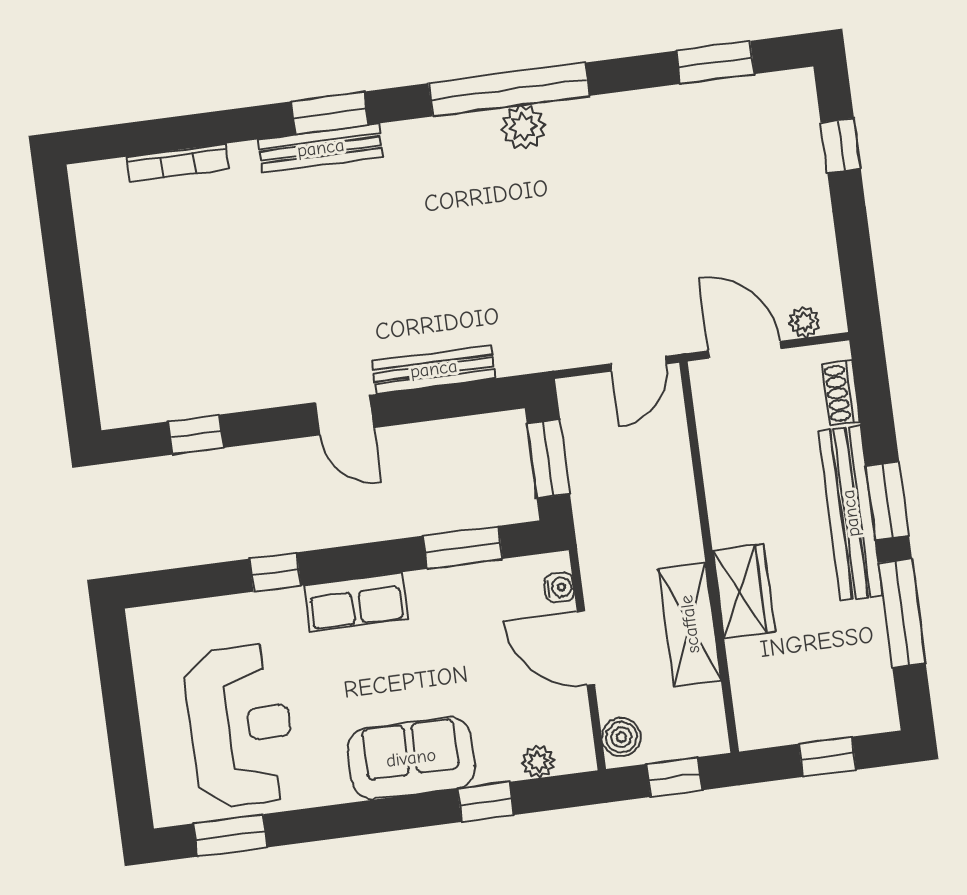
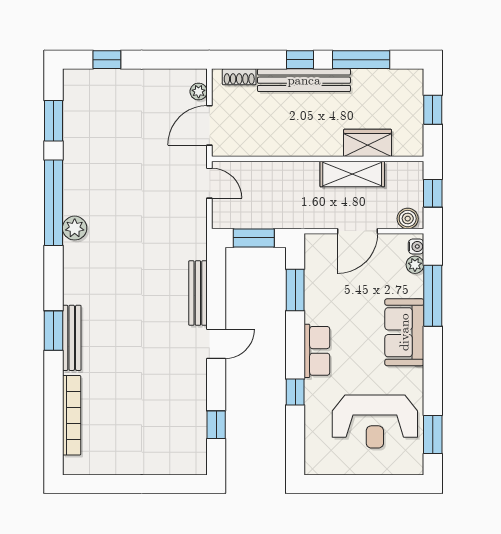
window: (509, 90) -> (54, 203), moved
bookcase: (178, 163) -> (72, 415), width x1.48, depth x1.31
window: (887, 501) -> (300, 60), width x0.67
water cooler: (559, 587) -> (416, 246), moved, turned 90
wardrobe: (744, 591) -> (368, 143), moved
reception desk: (240, 726) -> (375, 421), turned 180
window: (485, 802) -> (433, 296), width x2.17

